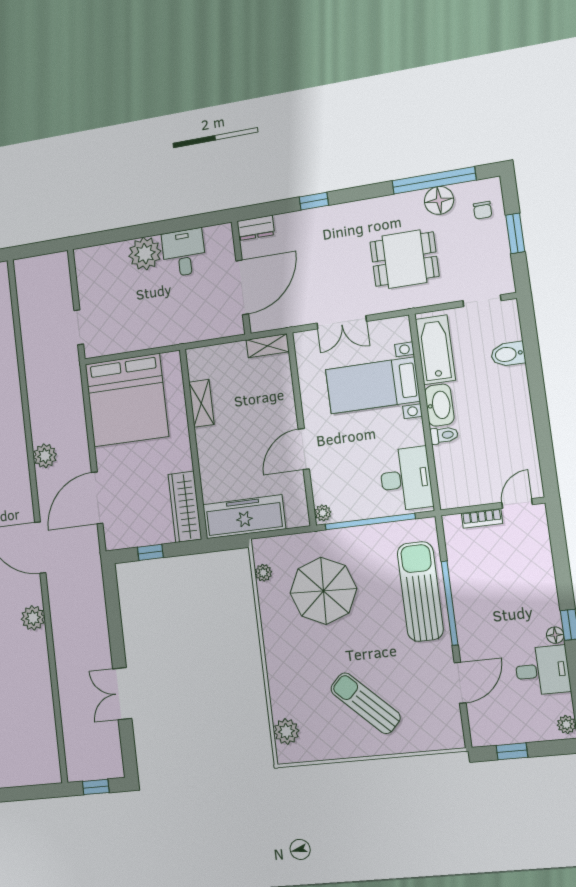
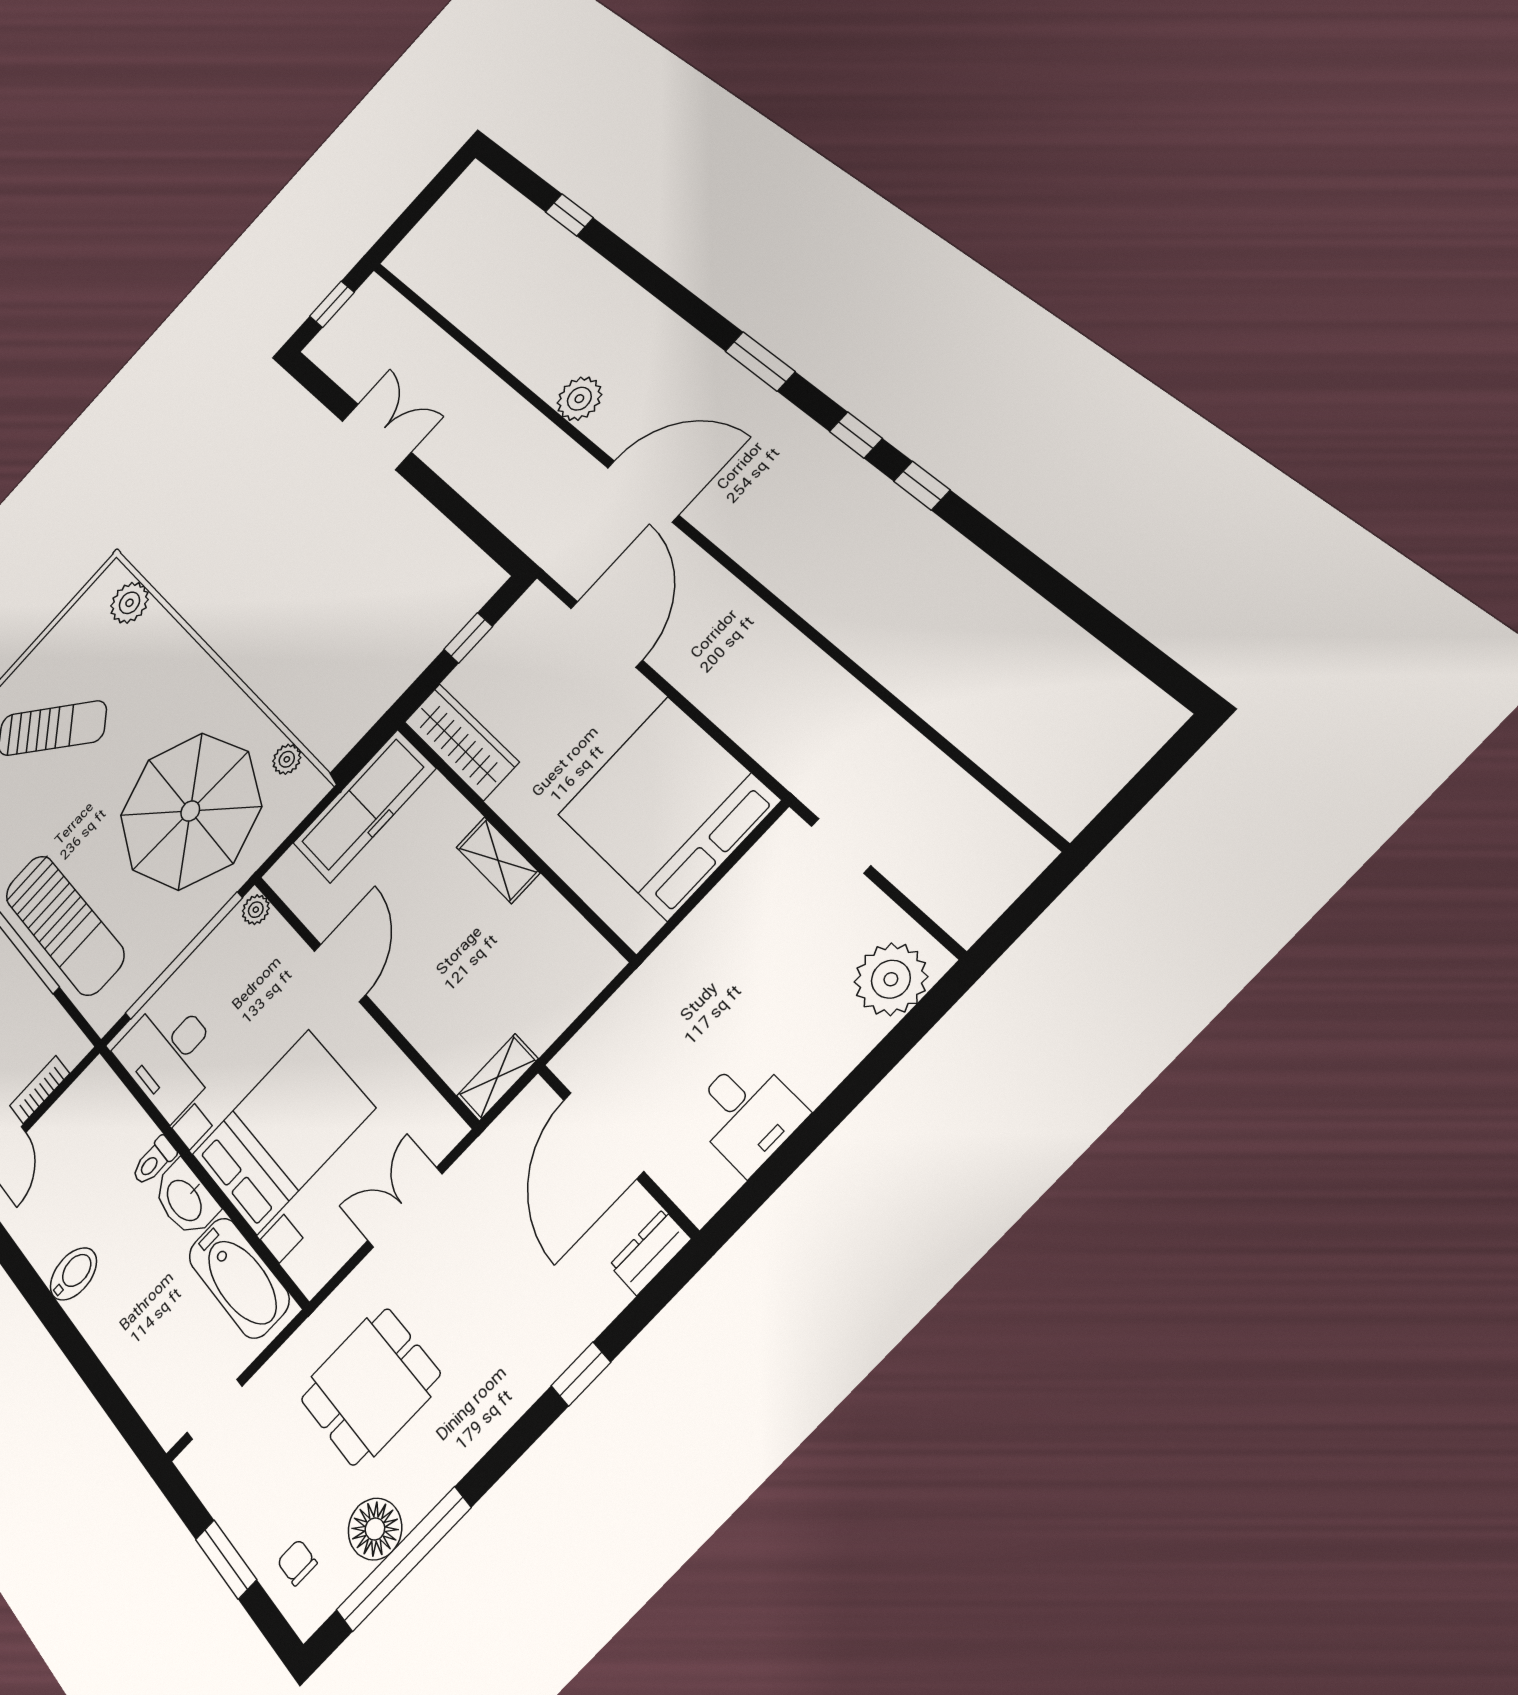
plant: (145, 254) -> (891, 979), moved
bidet: (508, 354) -> (73, 1274), moved
bed with nightstands: (373, 385) -> (283, 1131), width x1.36
shelving: (201, 403) -> (498, 860), moved
plant: (45, 456) -> (740, 615), removed
parasol: (323, 591) -> (190, 811), width x1.36, depth x1.36

